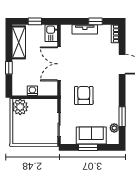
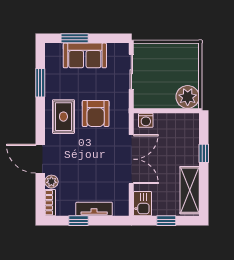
washing machine: (32, 91) -> (146, 120), moved
rug: (106, 93) -> (63, 117), added
plant: (114, 128) -> (51, 182), moved
window: (88, 147) -> (75, 38), moved

